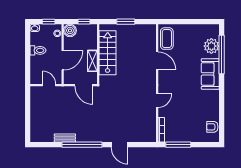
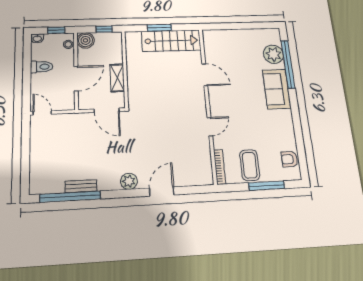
coffee table: (167, 39) -> (250, 165), moved
stairs: (108, 53) -> (171, 41), moved, turned 90
door: (49, 85) -> (42, 113), moved
plant: (97, 136) -> (129, 181), added
window: (82, 145) -> (70, 197), moved
door: (120, 145) -> (162, 191), swing flipped
window: (178, 145) -> (267, 186), moved

